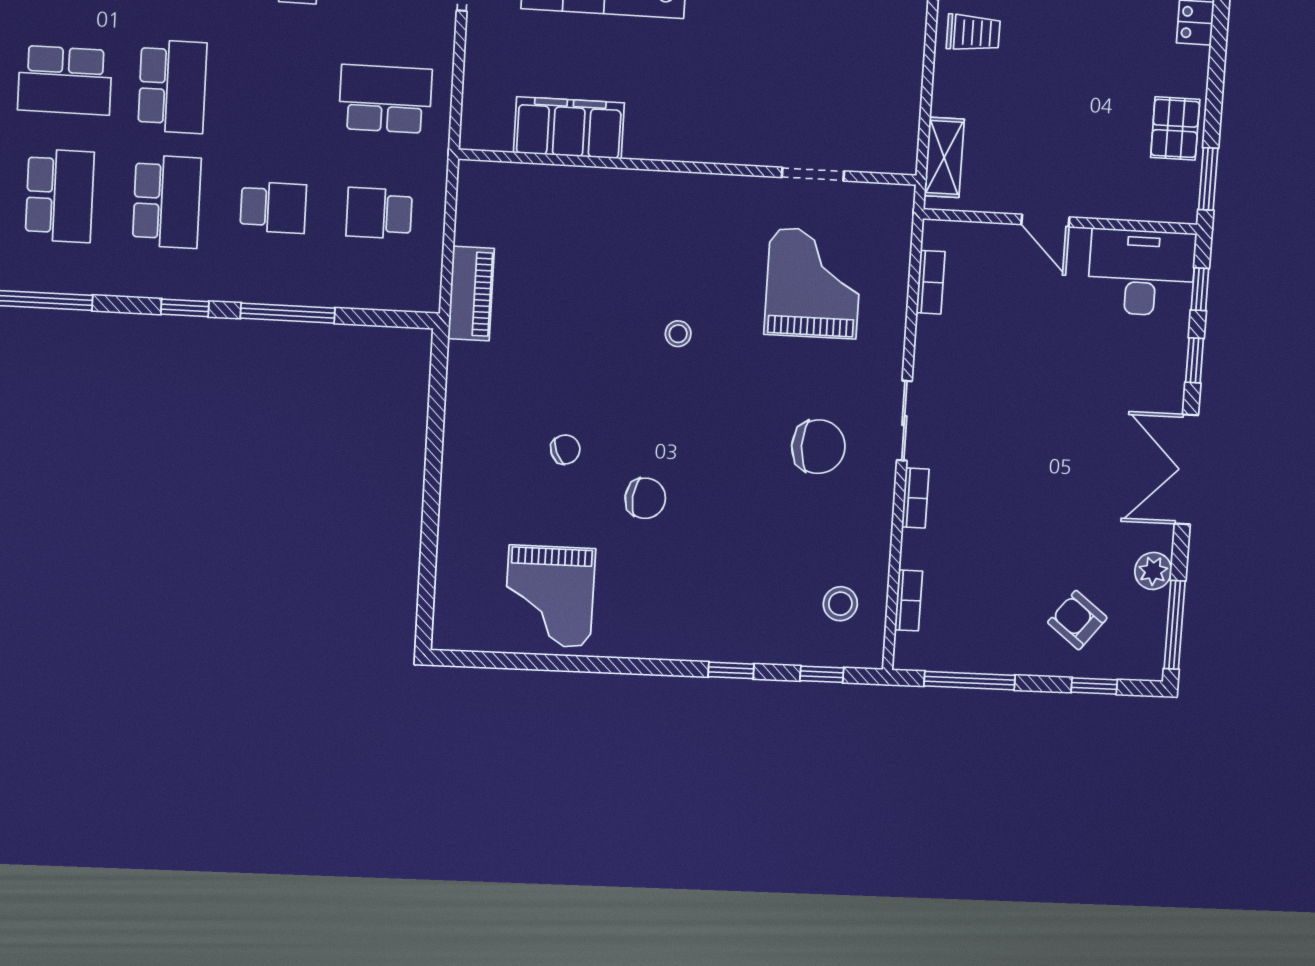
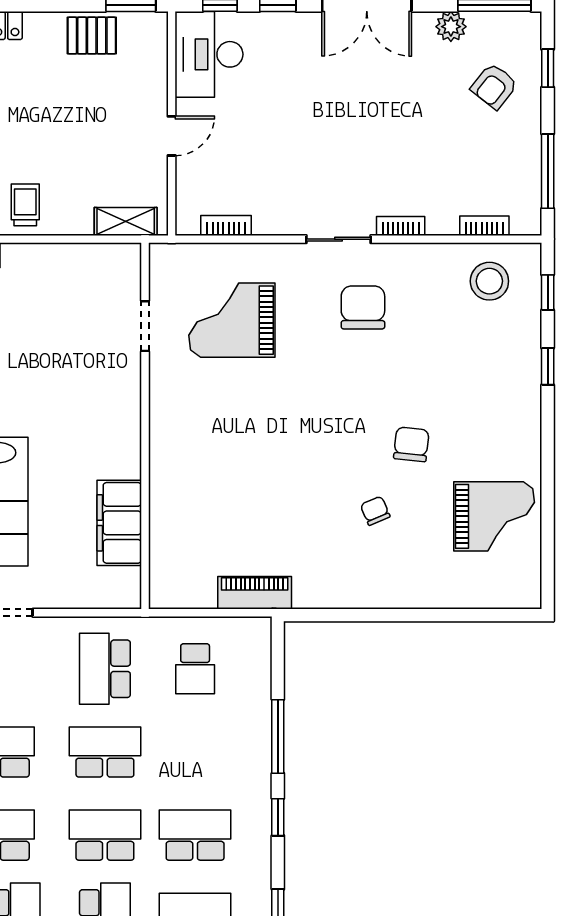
school desk: (273, 207) -> (105, 752), moved, width x1.85
stool: (678, 334) -> (278, 426), removed
stool: (840, 604) -> (489, 281), width x1.38, depth x1.38

